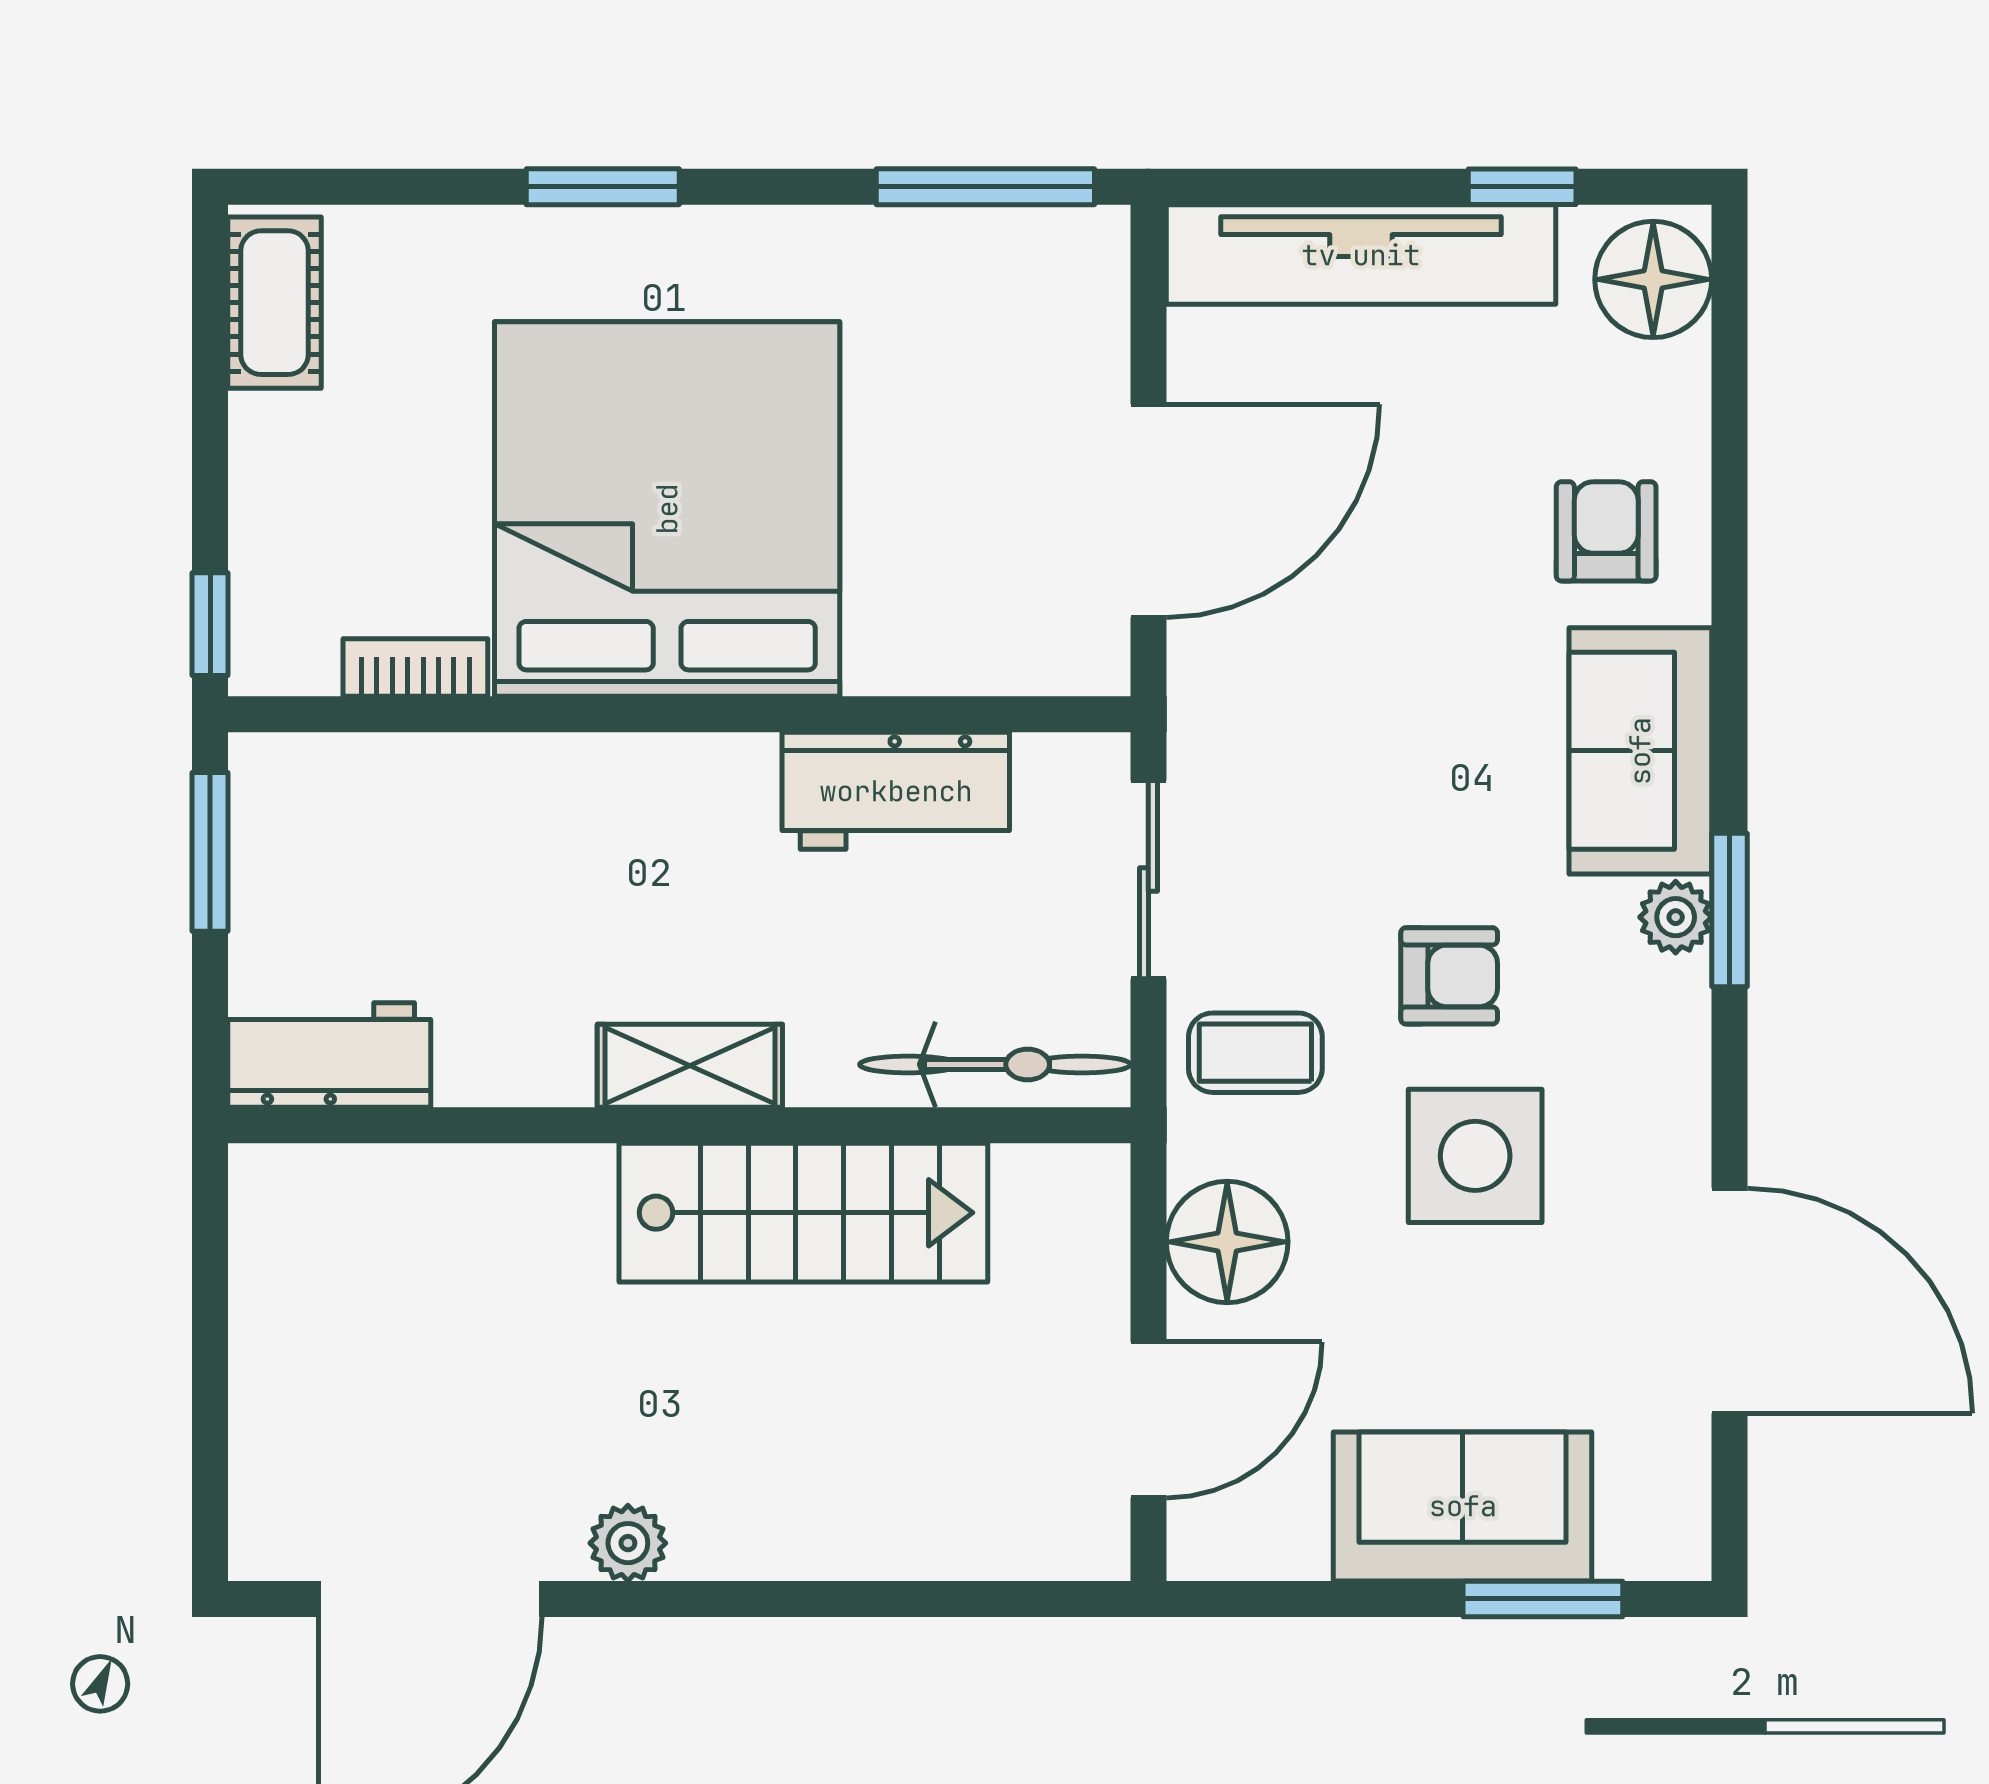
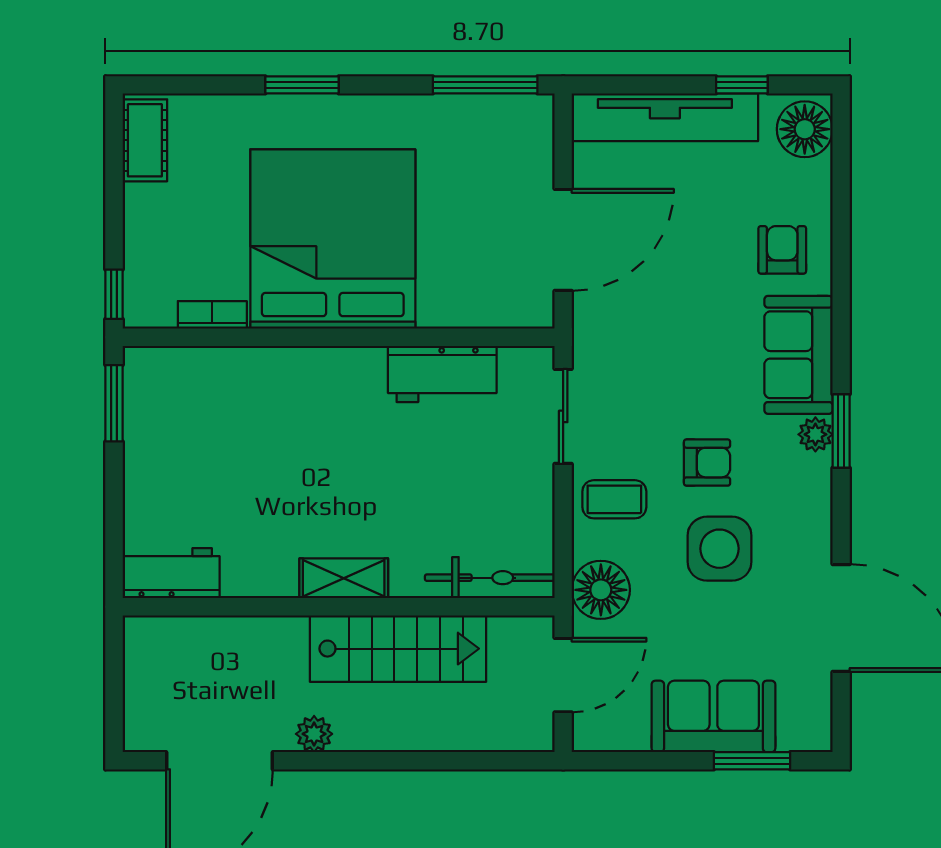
workbench: (329, 1055) -> (171, 573), moved
bicycle: (995, 1064) -> (490, 578), moved
shelving: (690, 1066) -> (344, 578), moved
wall: (679, 1125) -> (339, 607), moved
stairs: (803, 1213) -> (398, 649), moved

